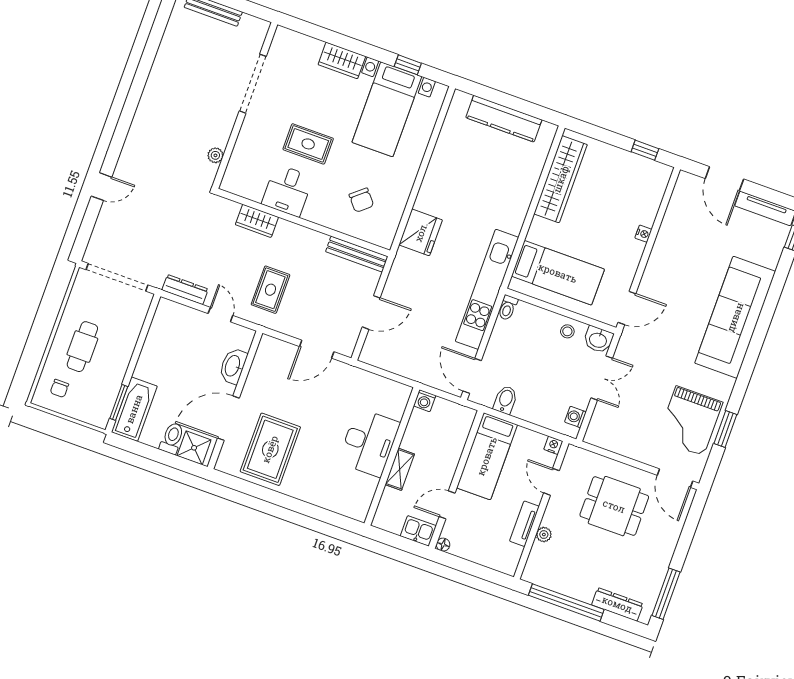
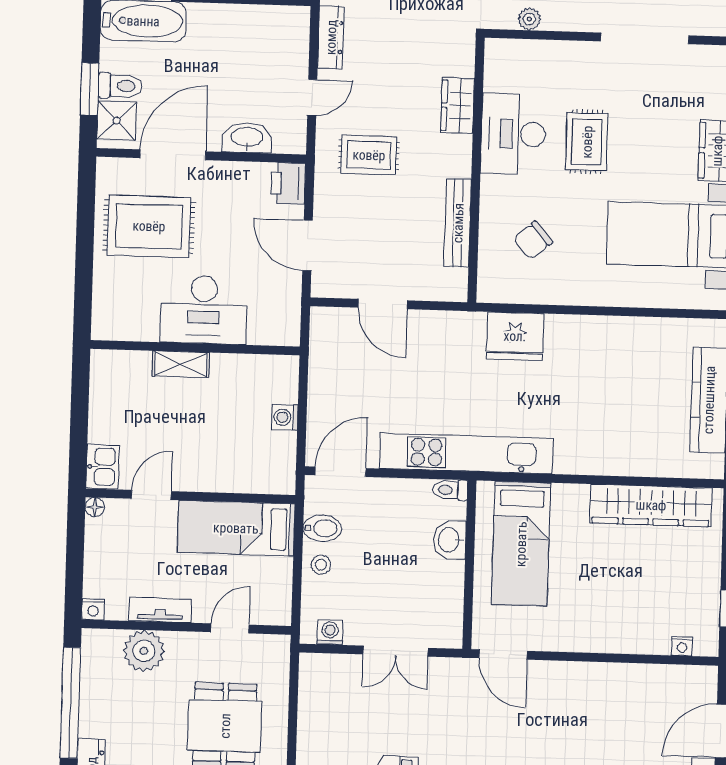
desk: (287, 190) -> (513, 134), width x1.37
nightstand: (643, 234) -> (682, 646), moved
bench: (357, 254) -> (458, 223), moved
stool: (567, 331) -> (321, 565), moved
washbasin: (598, 340) -> (450, 540), moved
printer: (272, 349) -> (288, 183), added
door: (228, 418) -> (173, 155), hinge flipped
desk: (369, 443) -> (204, 310), moved
nightstand: (553, 445) -> (93, 609), moved, turned 90
wall: (392, 456) -> (195, 348), moved
window: (168, 459) -> (90, 89), added
shelving: (400, 469) -> (181, 364), moved
door: (447, 505) -> (151, 495), hinge flipped
plant: (544, 535) -> (144, 651), width x1.88, depth x1.88

